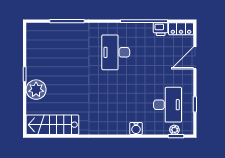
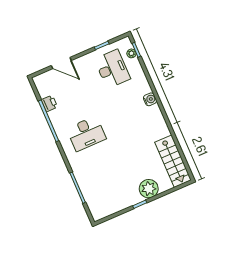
locker: (181, 29) -> (41, 86), removed
desk: (167, 105) -> (112, 69), turned 90
water cooler: (136, 128) -> (150, 99), moved

